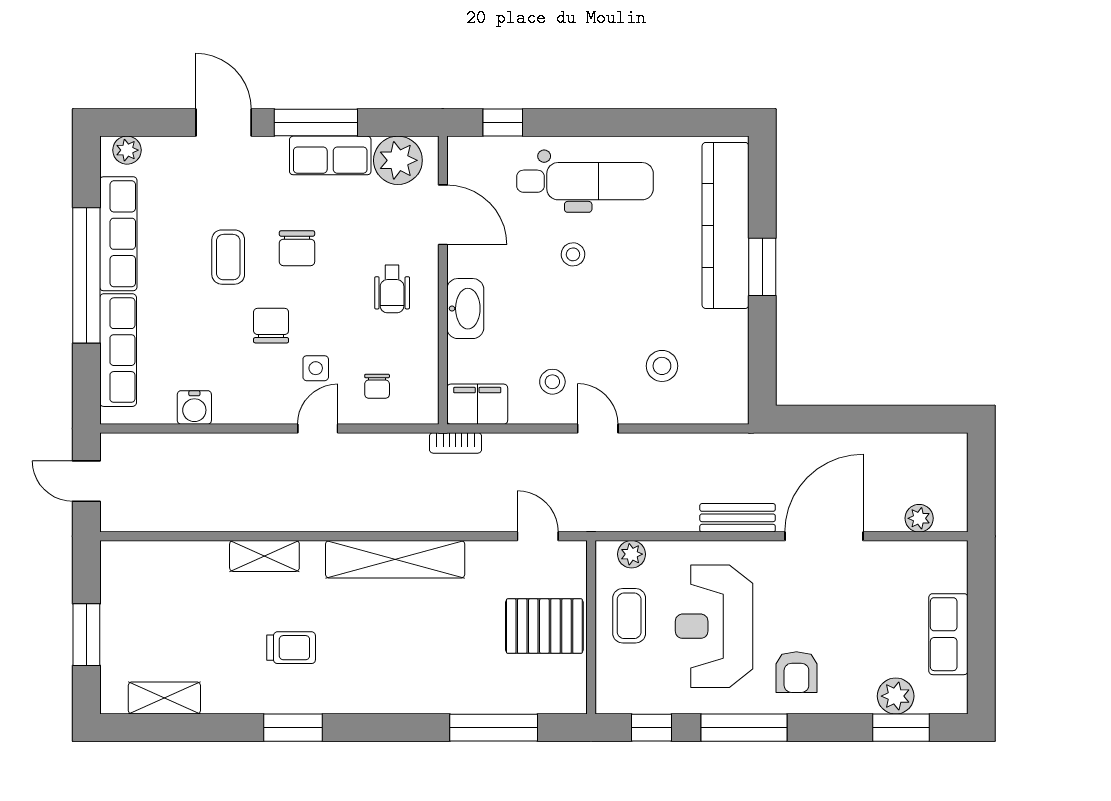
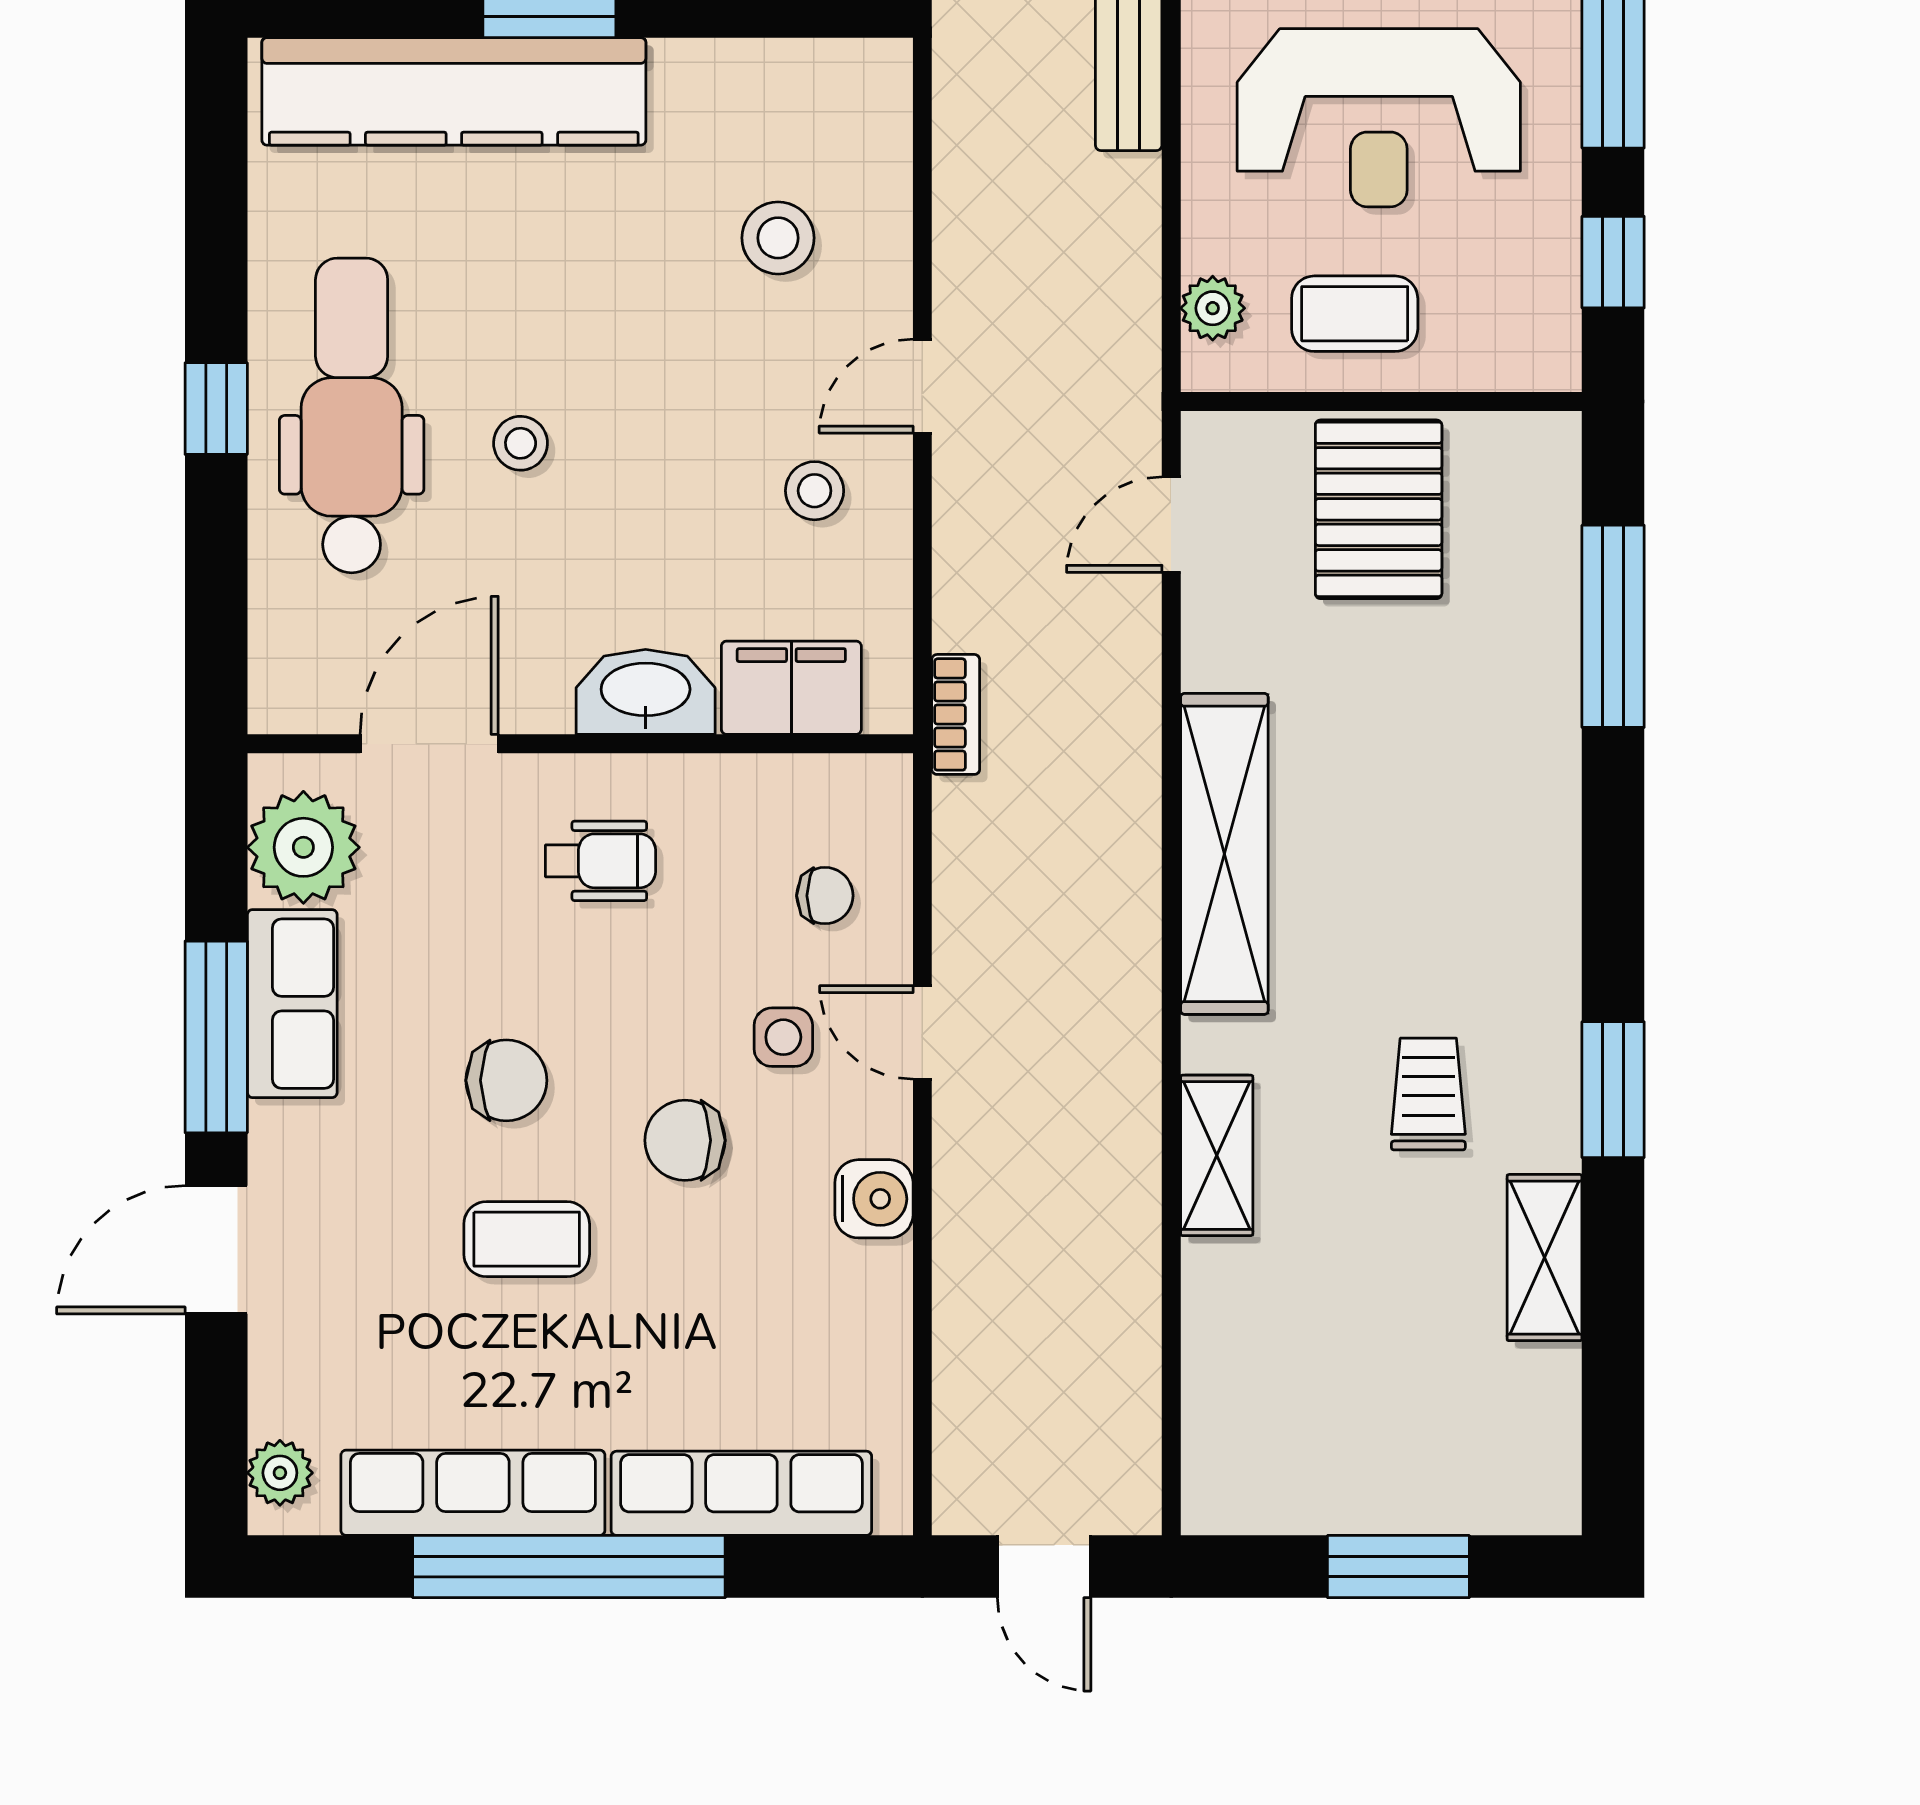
window: (503, 123) -> (216, 409), moved
filing cabinet: (477, 404) -> (791, 688), moved, turned 90
water cooler: (194, 407) -> (874, 1199), moved
door: (86, 481) -> (1044, 1567), hinge flipped
shelving: (164, 698) -> (1545, 1258), moved

